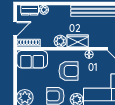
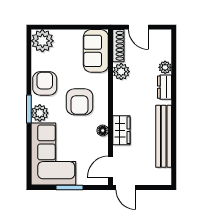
dresser: (30, 10) -> (165, 87), moved
plant: (60, 41) -> (121, 72), moved
wardrobe: (78, 41) -> (121, 130), moved

